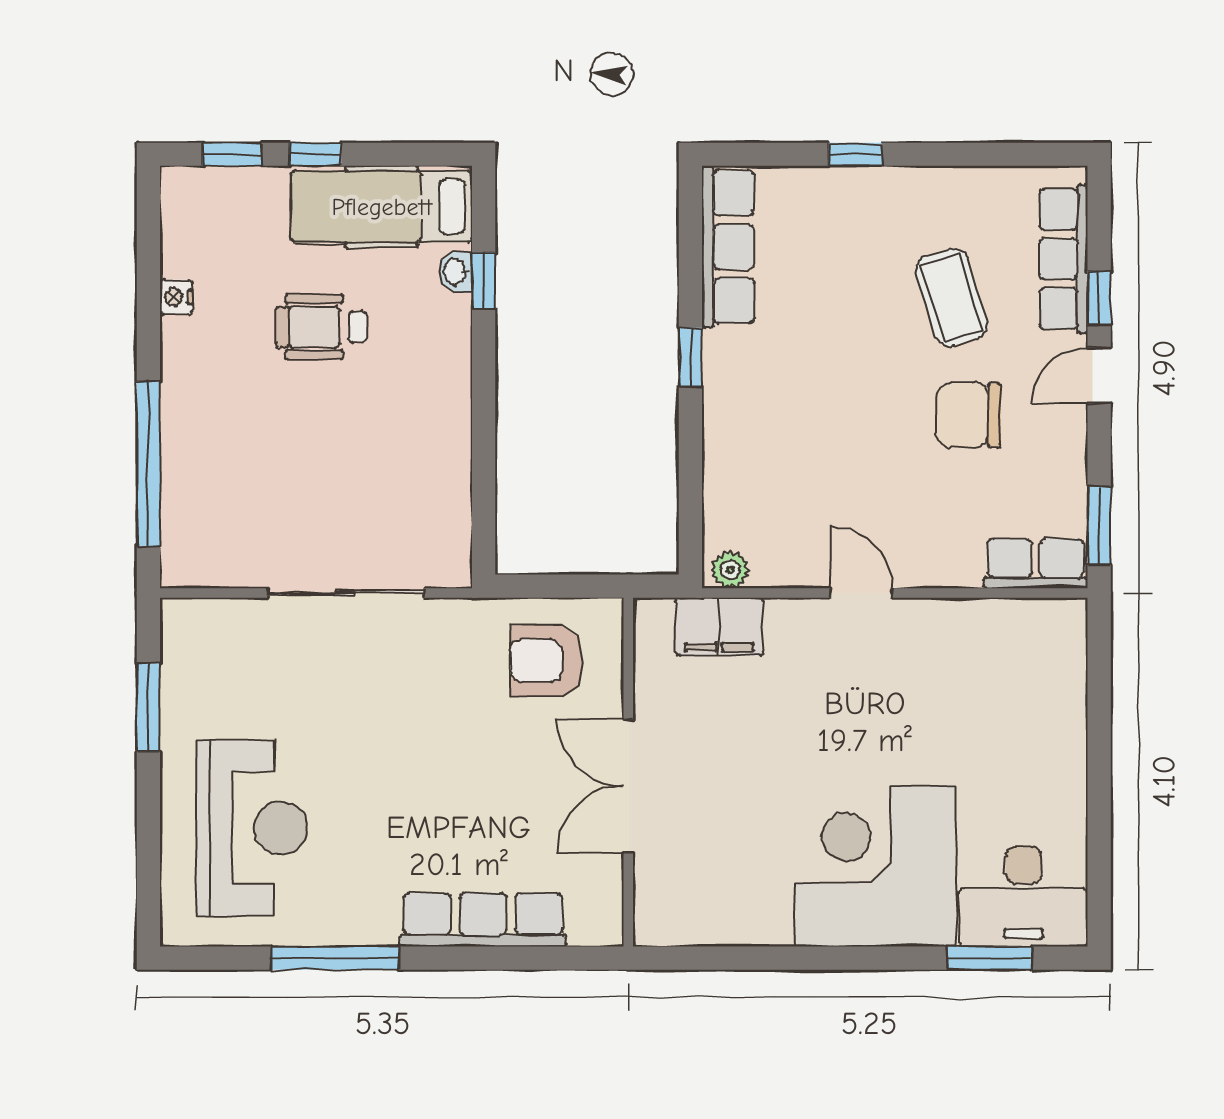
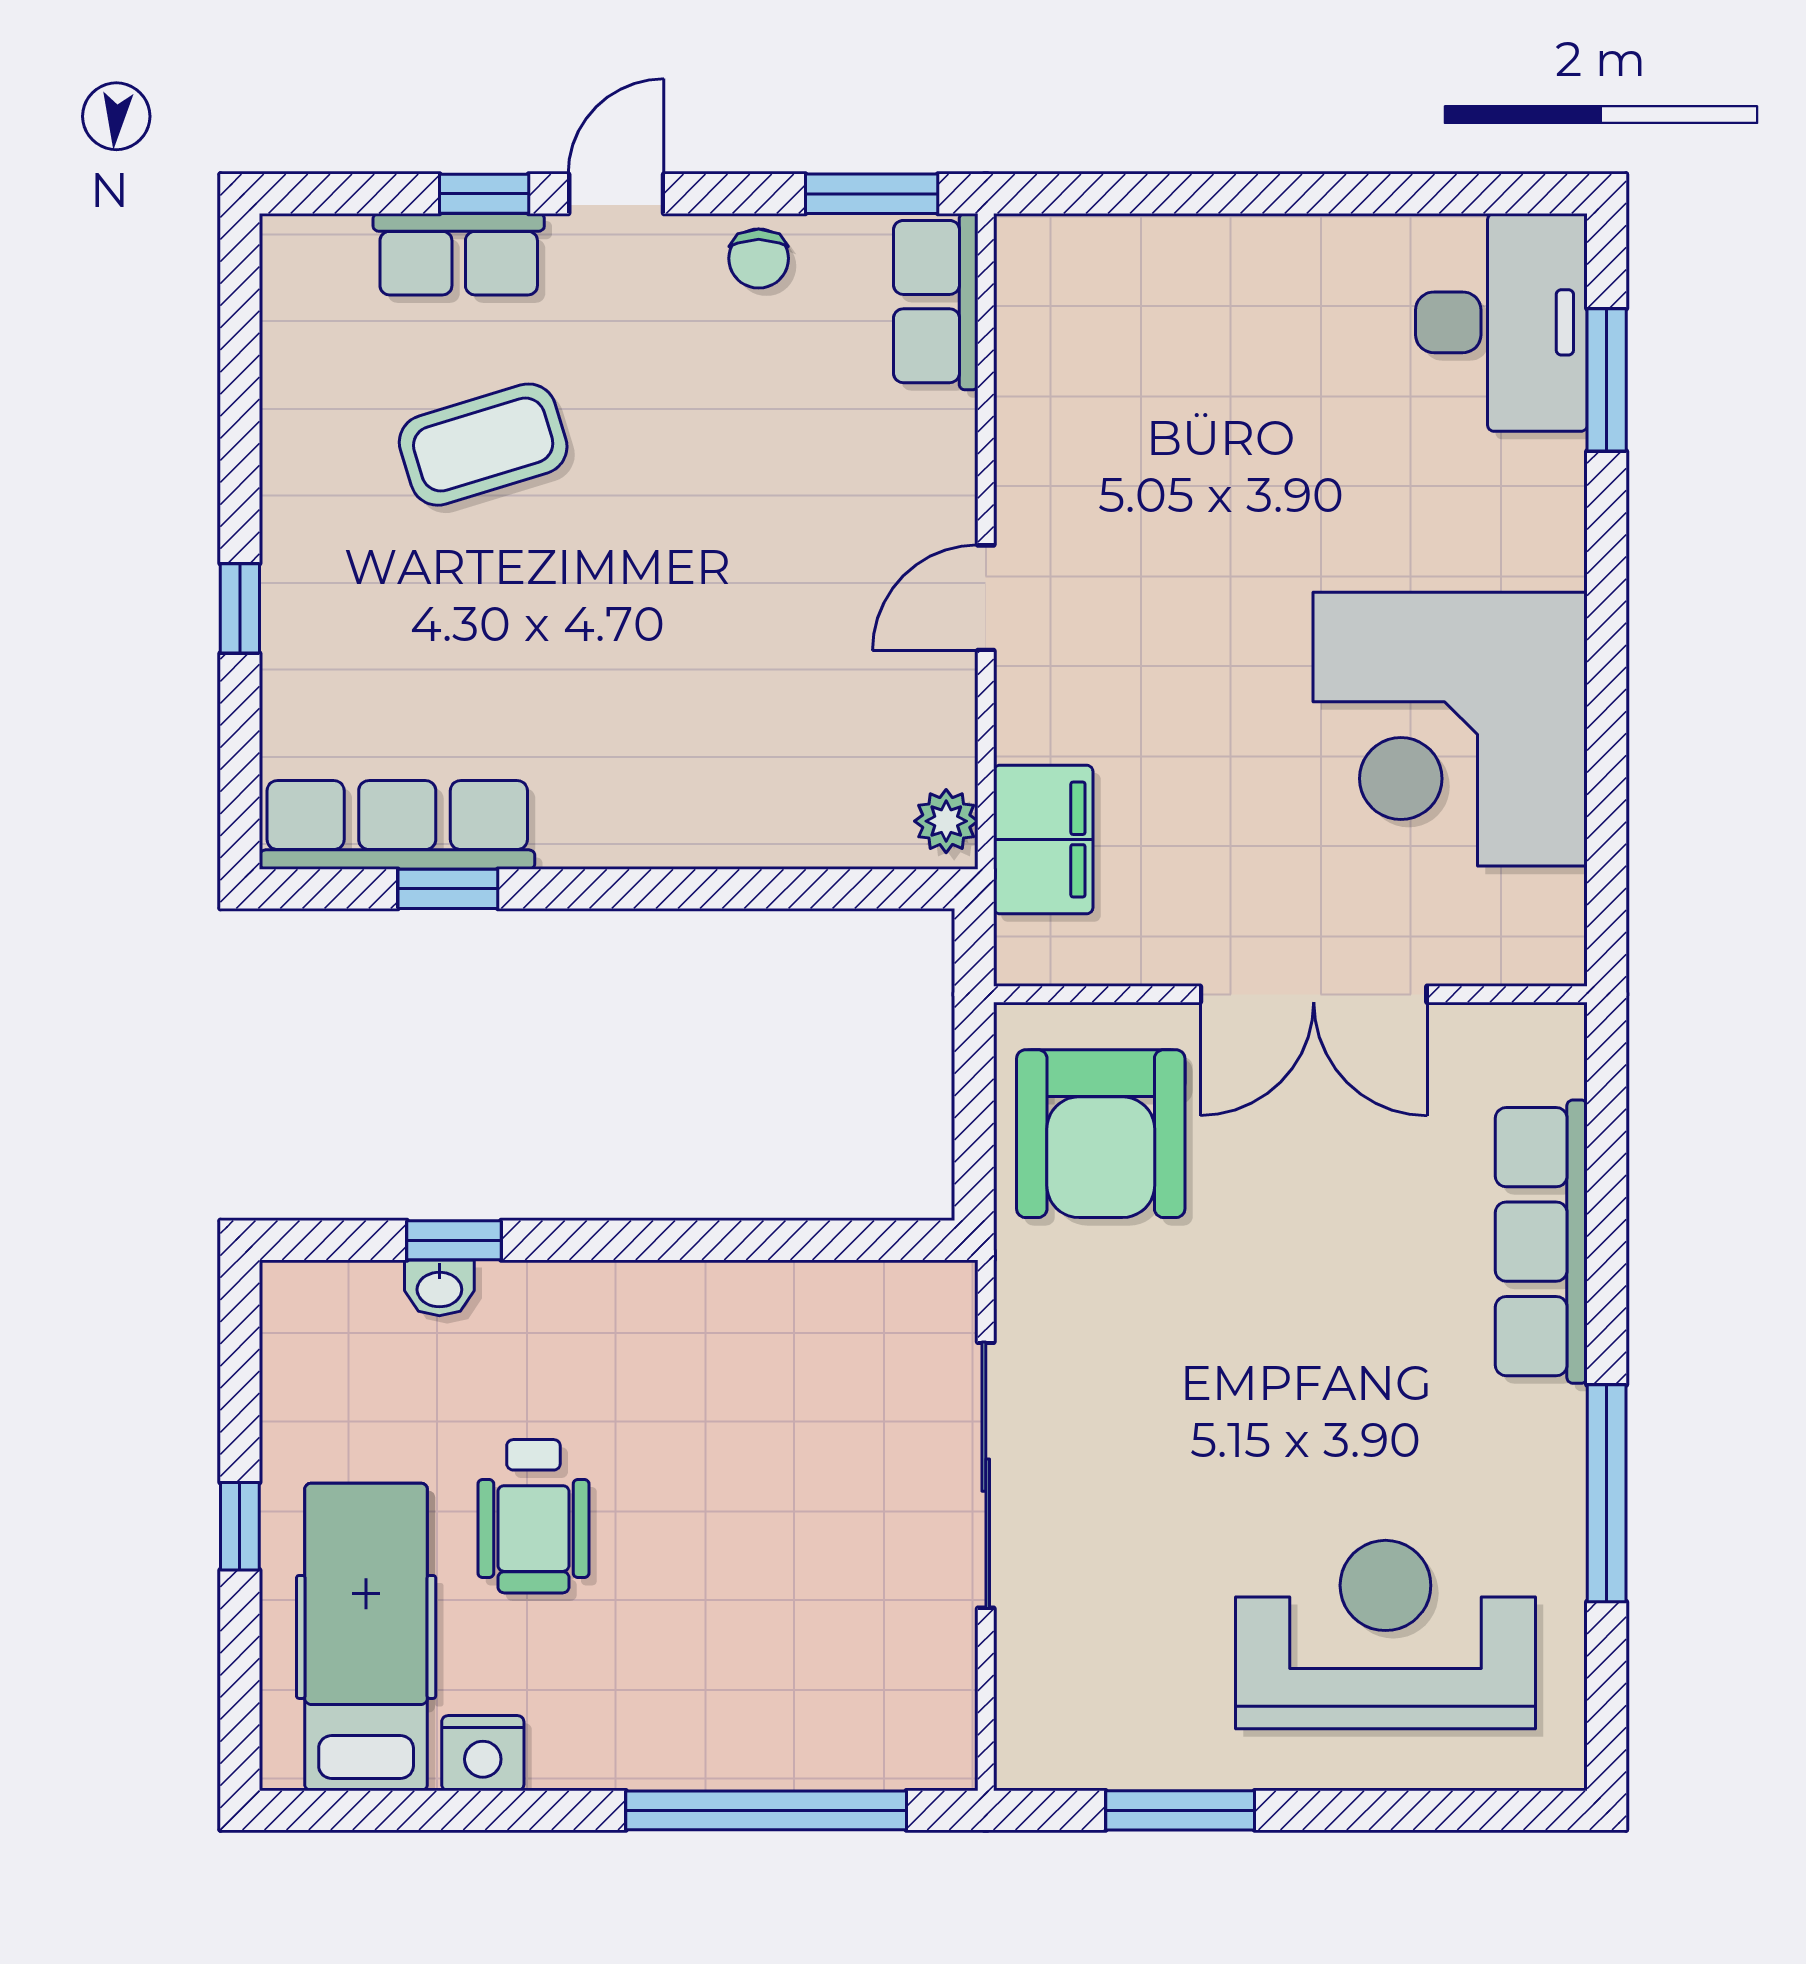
window: (232, 154) -> (240, 1668), removed
hospital bed: (382, 207) -> (366, 1637), moved, turned 180
row of seats: (1064, 259) -> (459, 254), width x0.68
nightstand: (176, 297) -> (483, 1753), width x1.39, depth x1.35
window: (690, 357) -> (448, 889), moved
door: (1099, 376) -> (616, 194), swing flipped
chair: (968, 415) -> (759, 258), moved, width x0.54, depth x0.54
armchair: (546, 661) -> (1101, 1134), width x1.36, depth x1.36
corner desk: (875, 866) -> (1450, 729), moved

